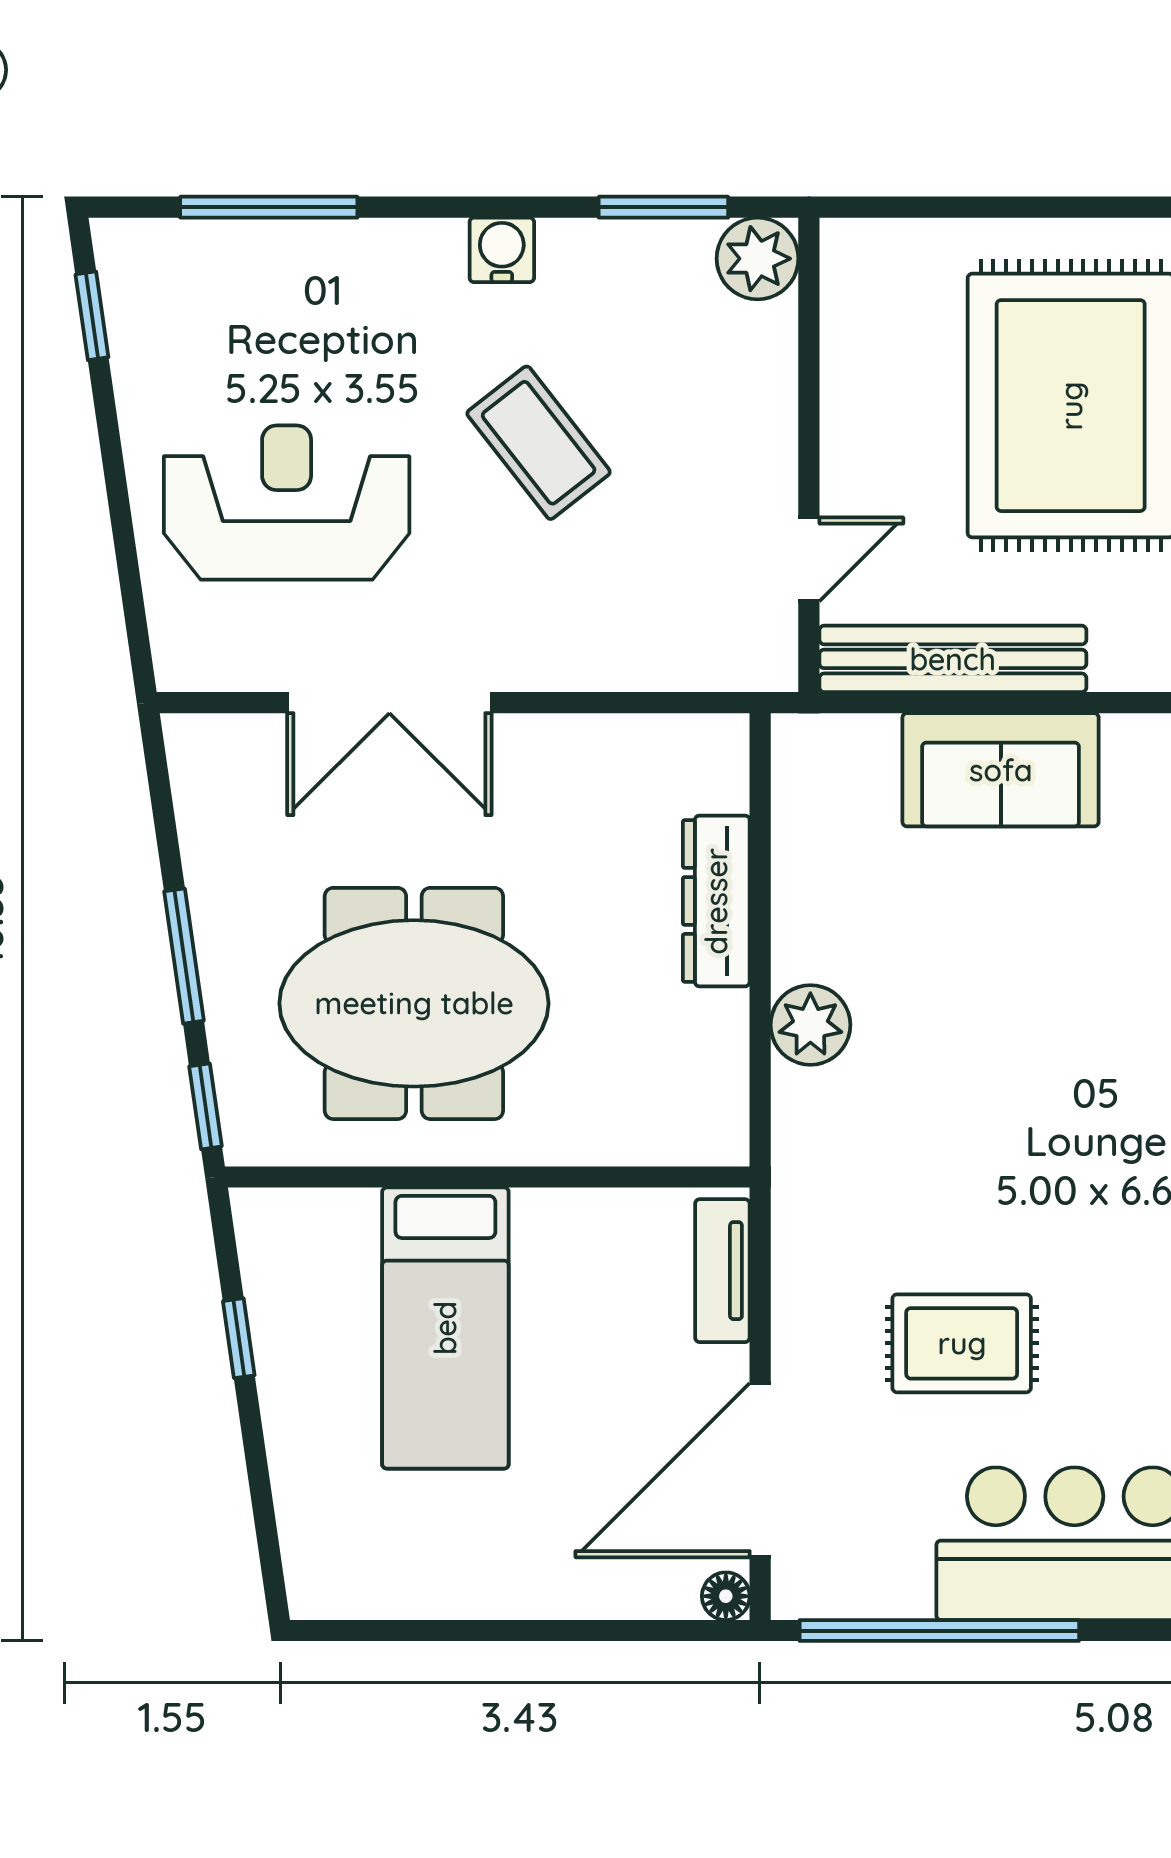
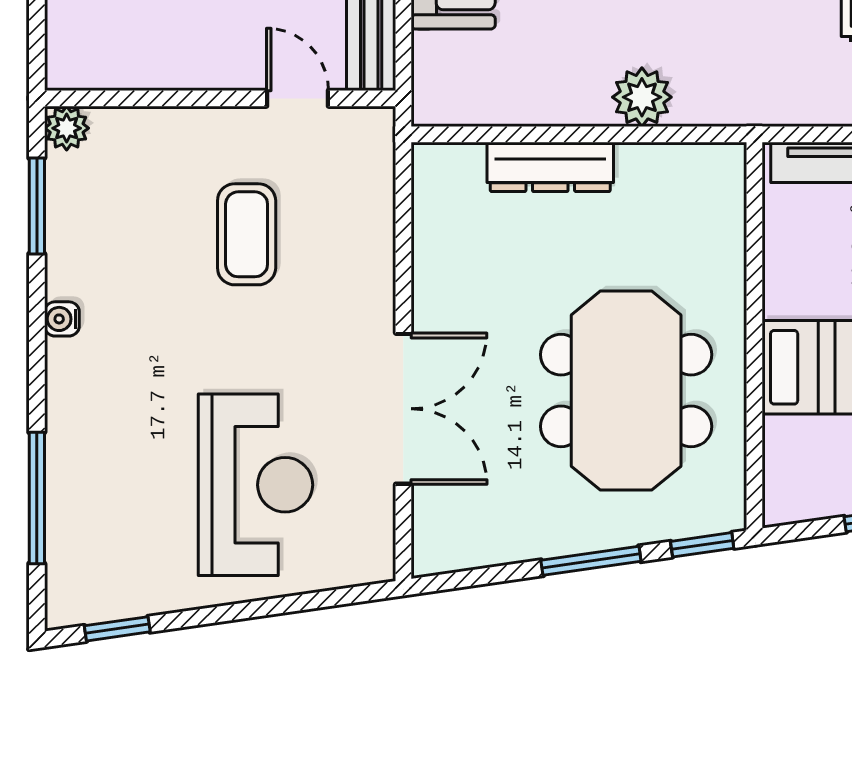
water cooler: (502, 250) -> (62, 319), width x0.72, depth x0.72
plant: (758, 259) -> (67, 128), width x0.73, depth x0.73
coffee table: (539, 443) -> (247, 234), moved, turned -52
reception desk: (287, 503) -> (255, 485), turned 180

